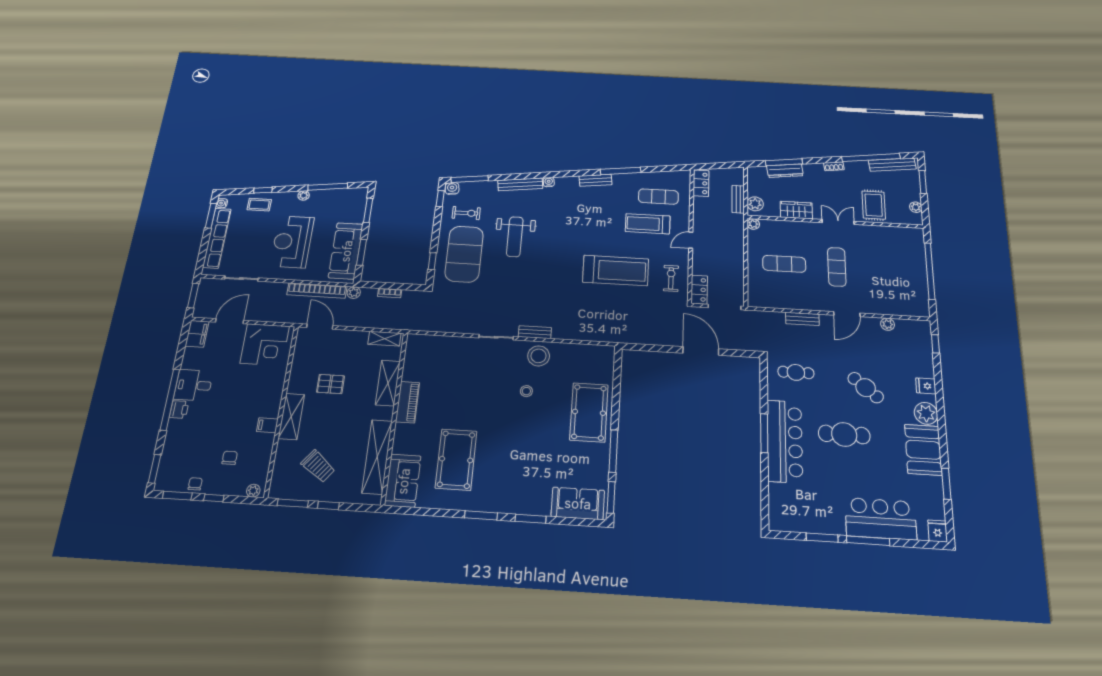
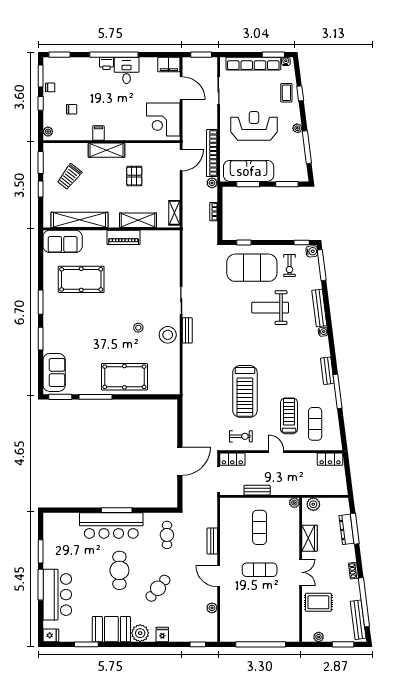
bench: (738, 199) -> (257, 490), moved

